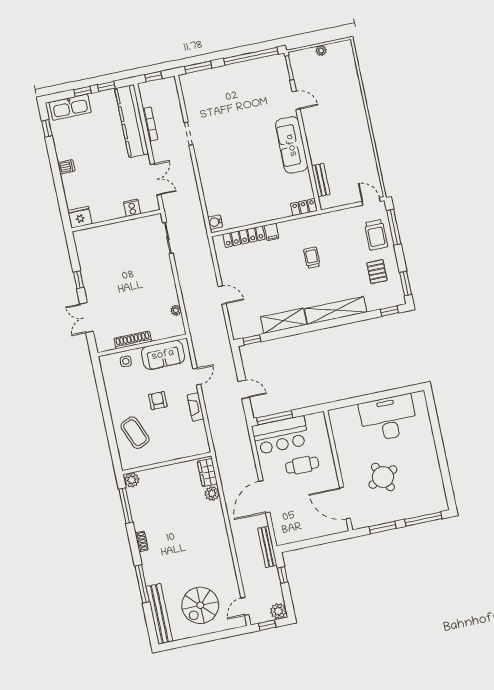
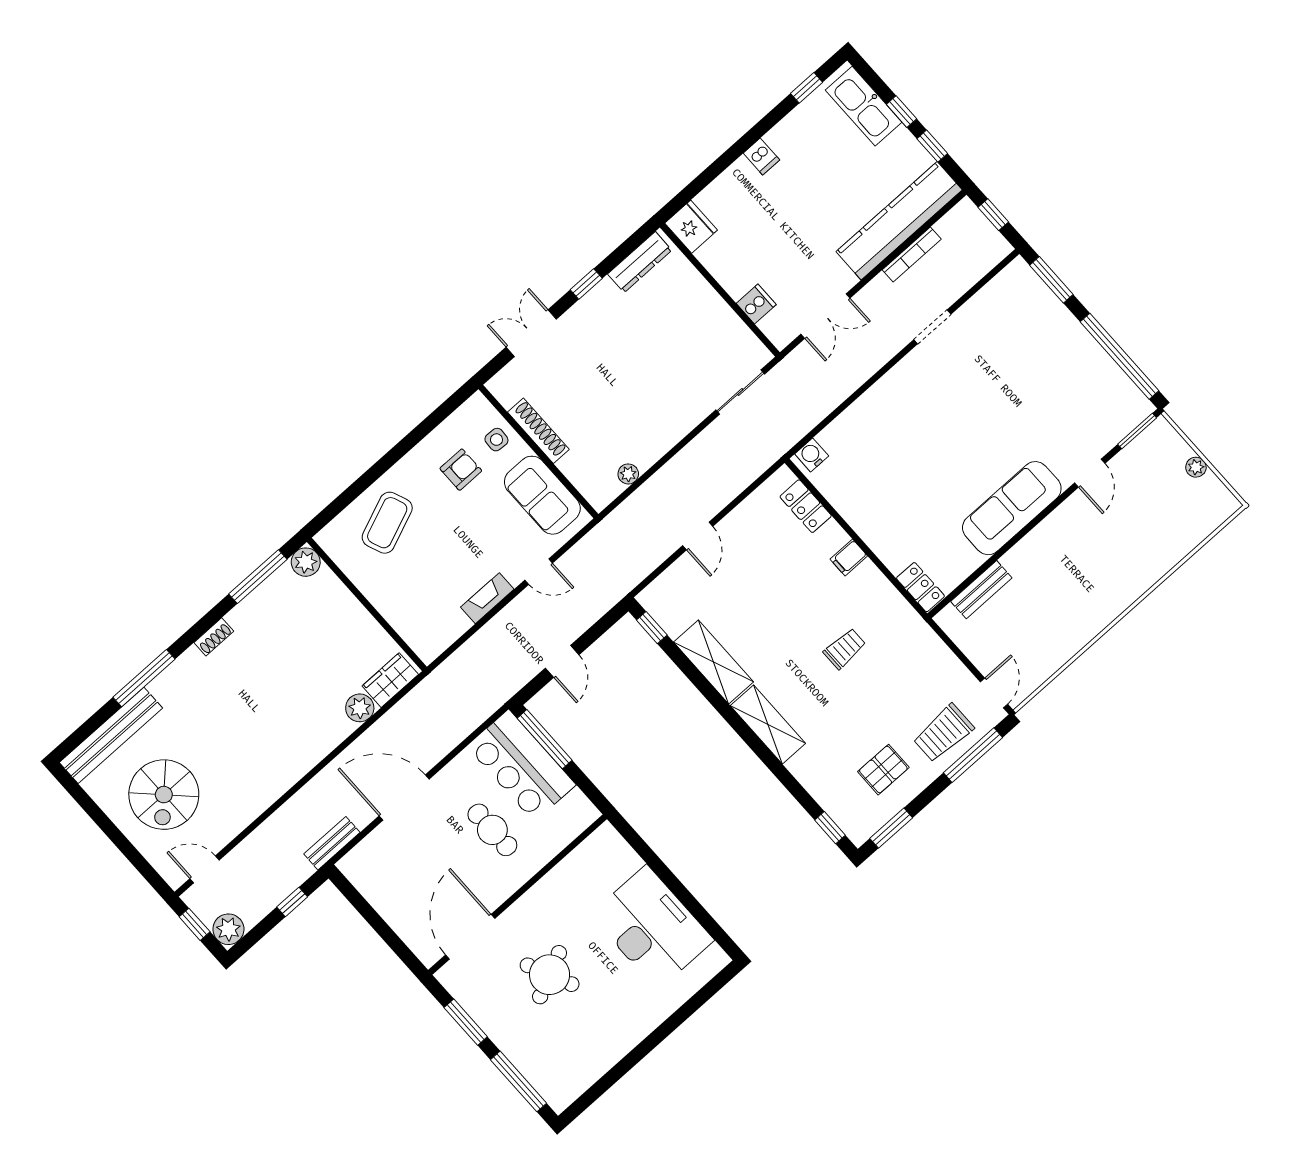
locker: (244, 237) -> (806, 506), width x0.66
dresser: (83, 250) -> (640, 262), added
shelving: (336, 310) -> (768, 724), width x0.68
armchair: (158, 401) -> (461, 470), moved
bench: (267, 547) -> (332, 843), width x0.73
spiral stairs: (200, 605) -> (164, 795), turned -90

